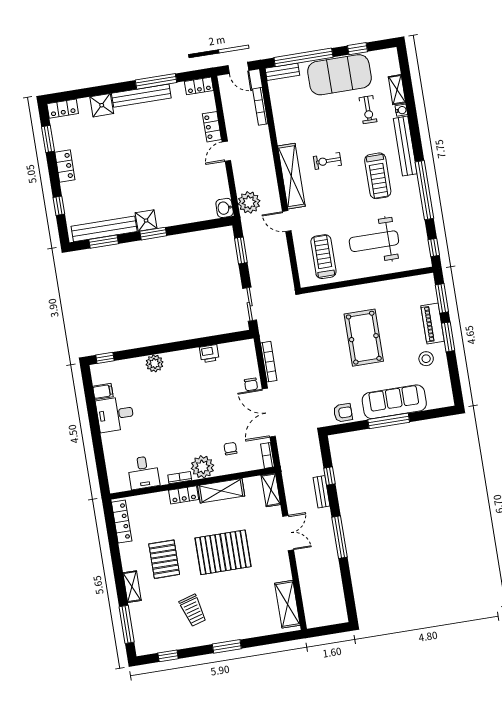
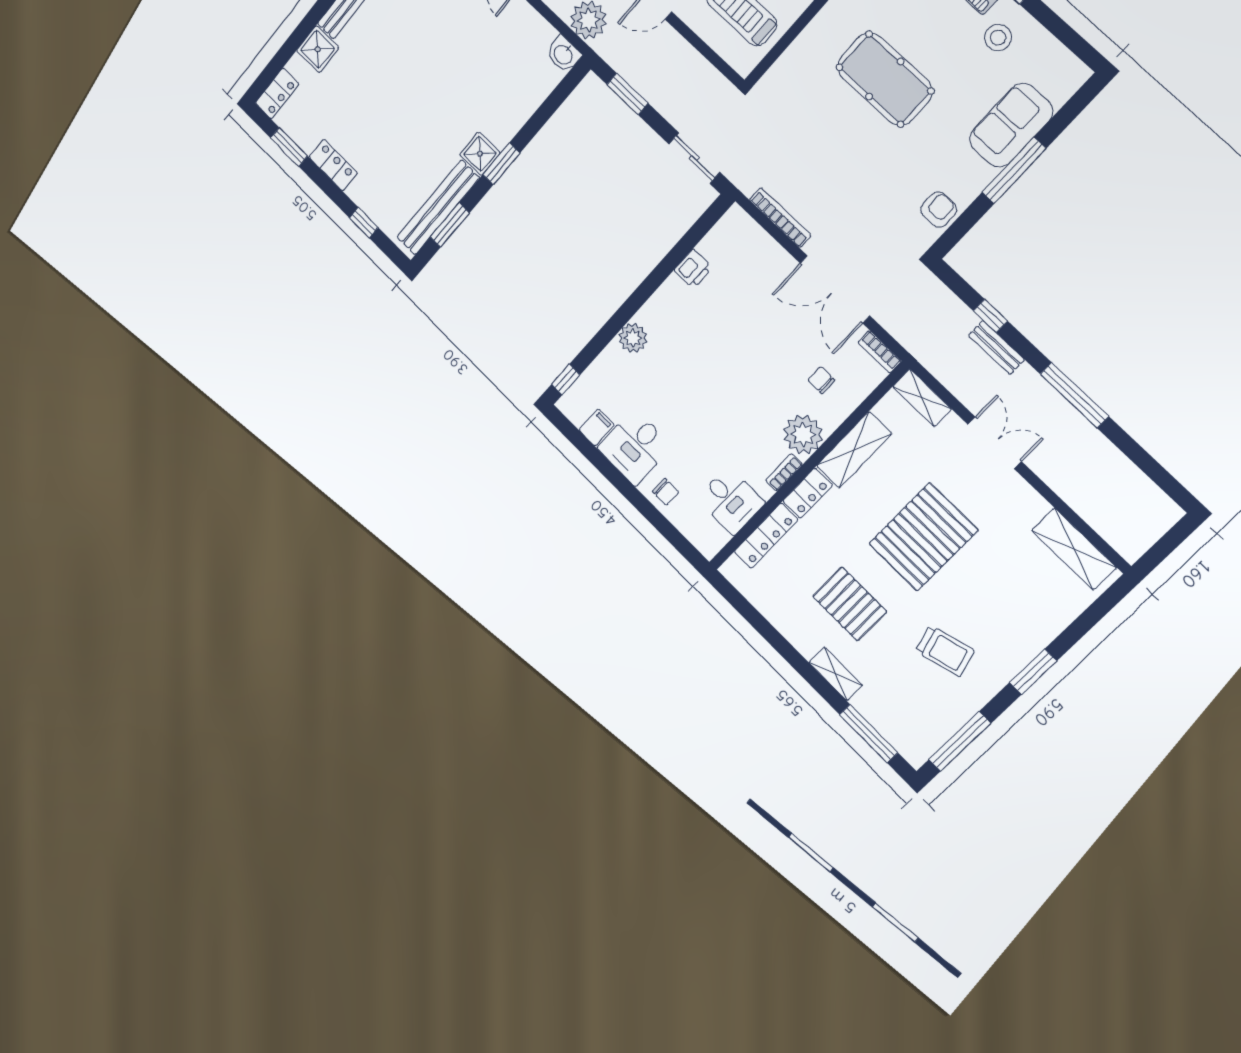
chair: (251, 384) -> (666, 492), moved
sofa: (394, 402) -> (1011, 125), width x0.73
locker: (122, 522) -> (766, 536), moved, turned 90
window: (168, 656) -> (960, 741), width x2.17

